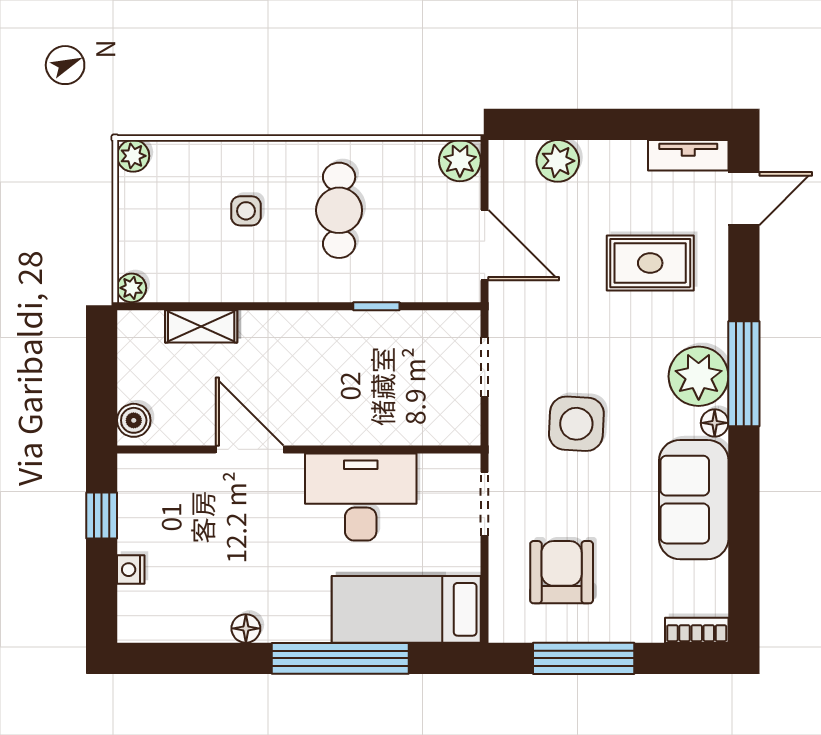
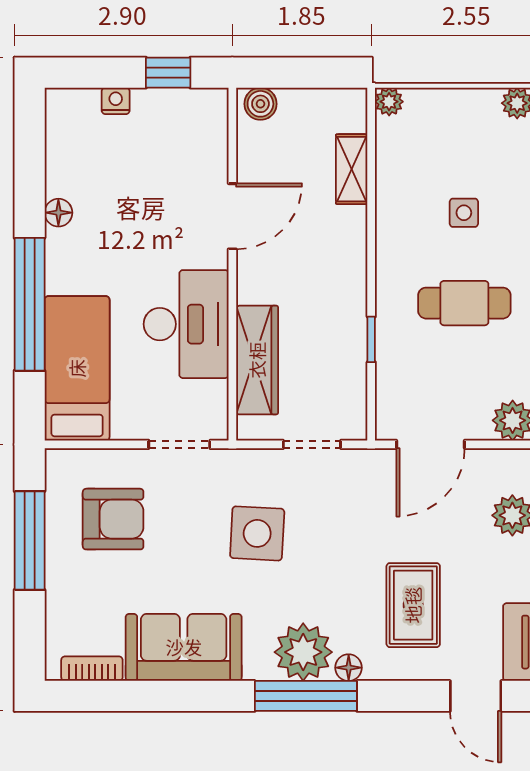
floor lamp: (715, 423) -> (349, 668), moved
wardrobe: (398, 424) -> (257, 360), added
bookcase: (697, 630) -> (92, 669), moved, turned -90

